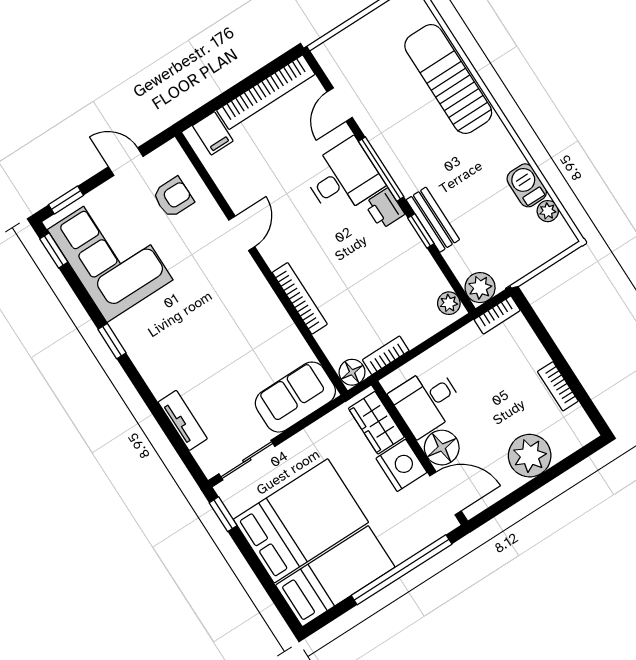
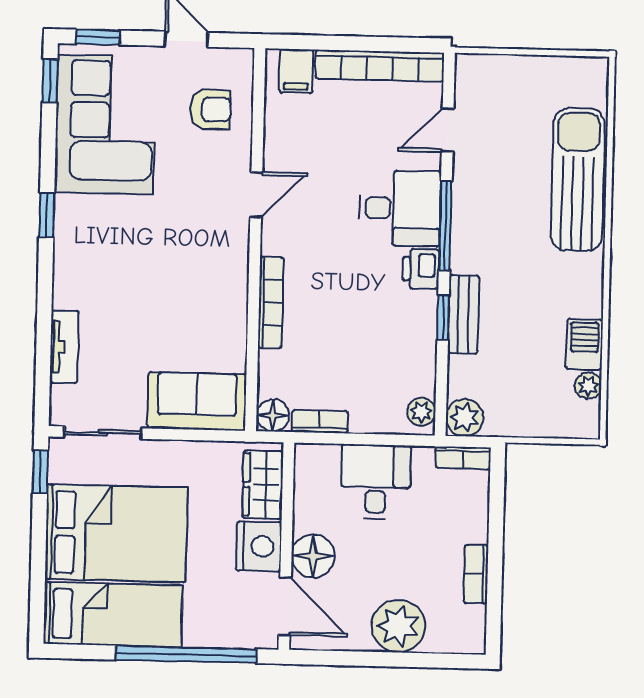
desk: (427, 401) -> (376, 482), moved, turned 90

